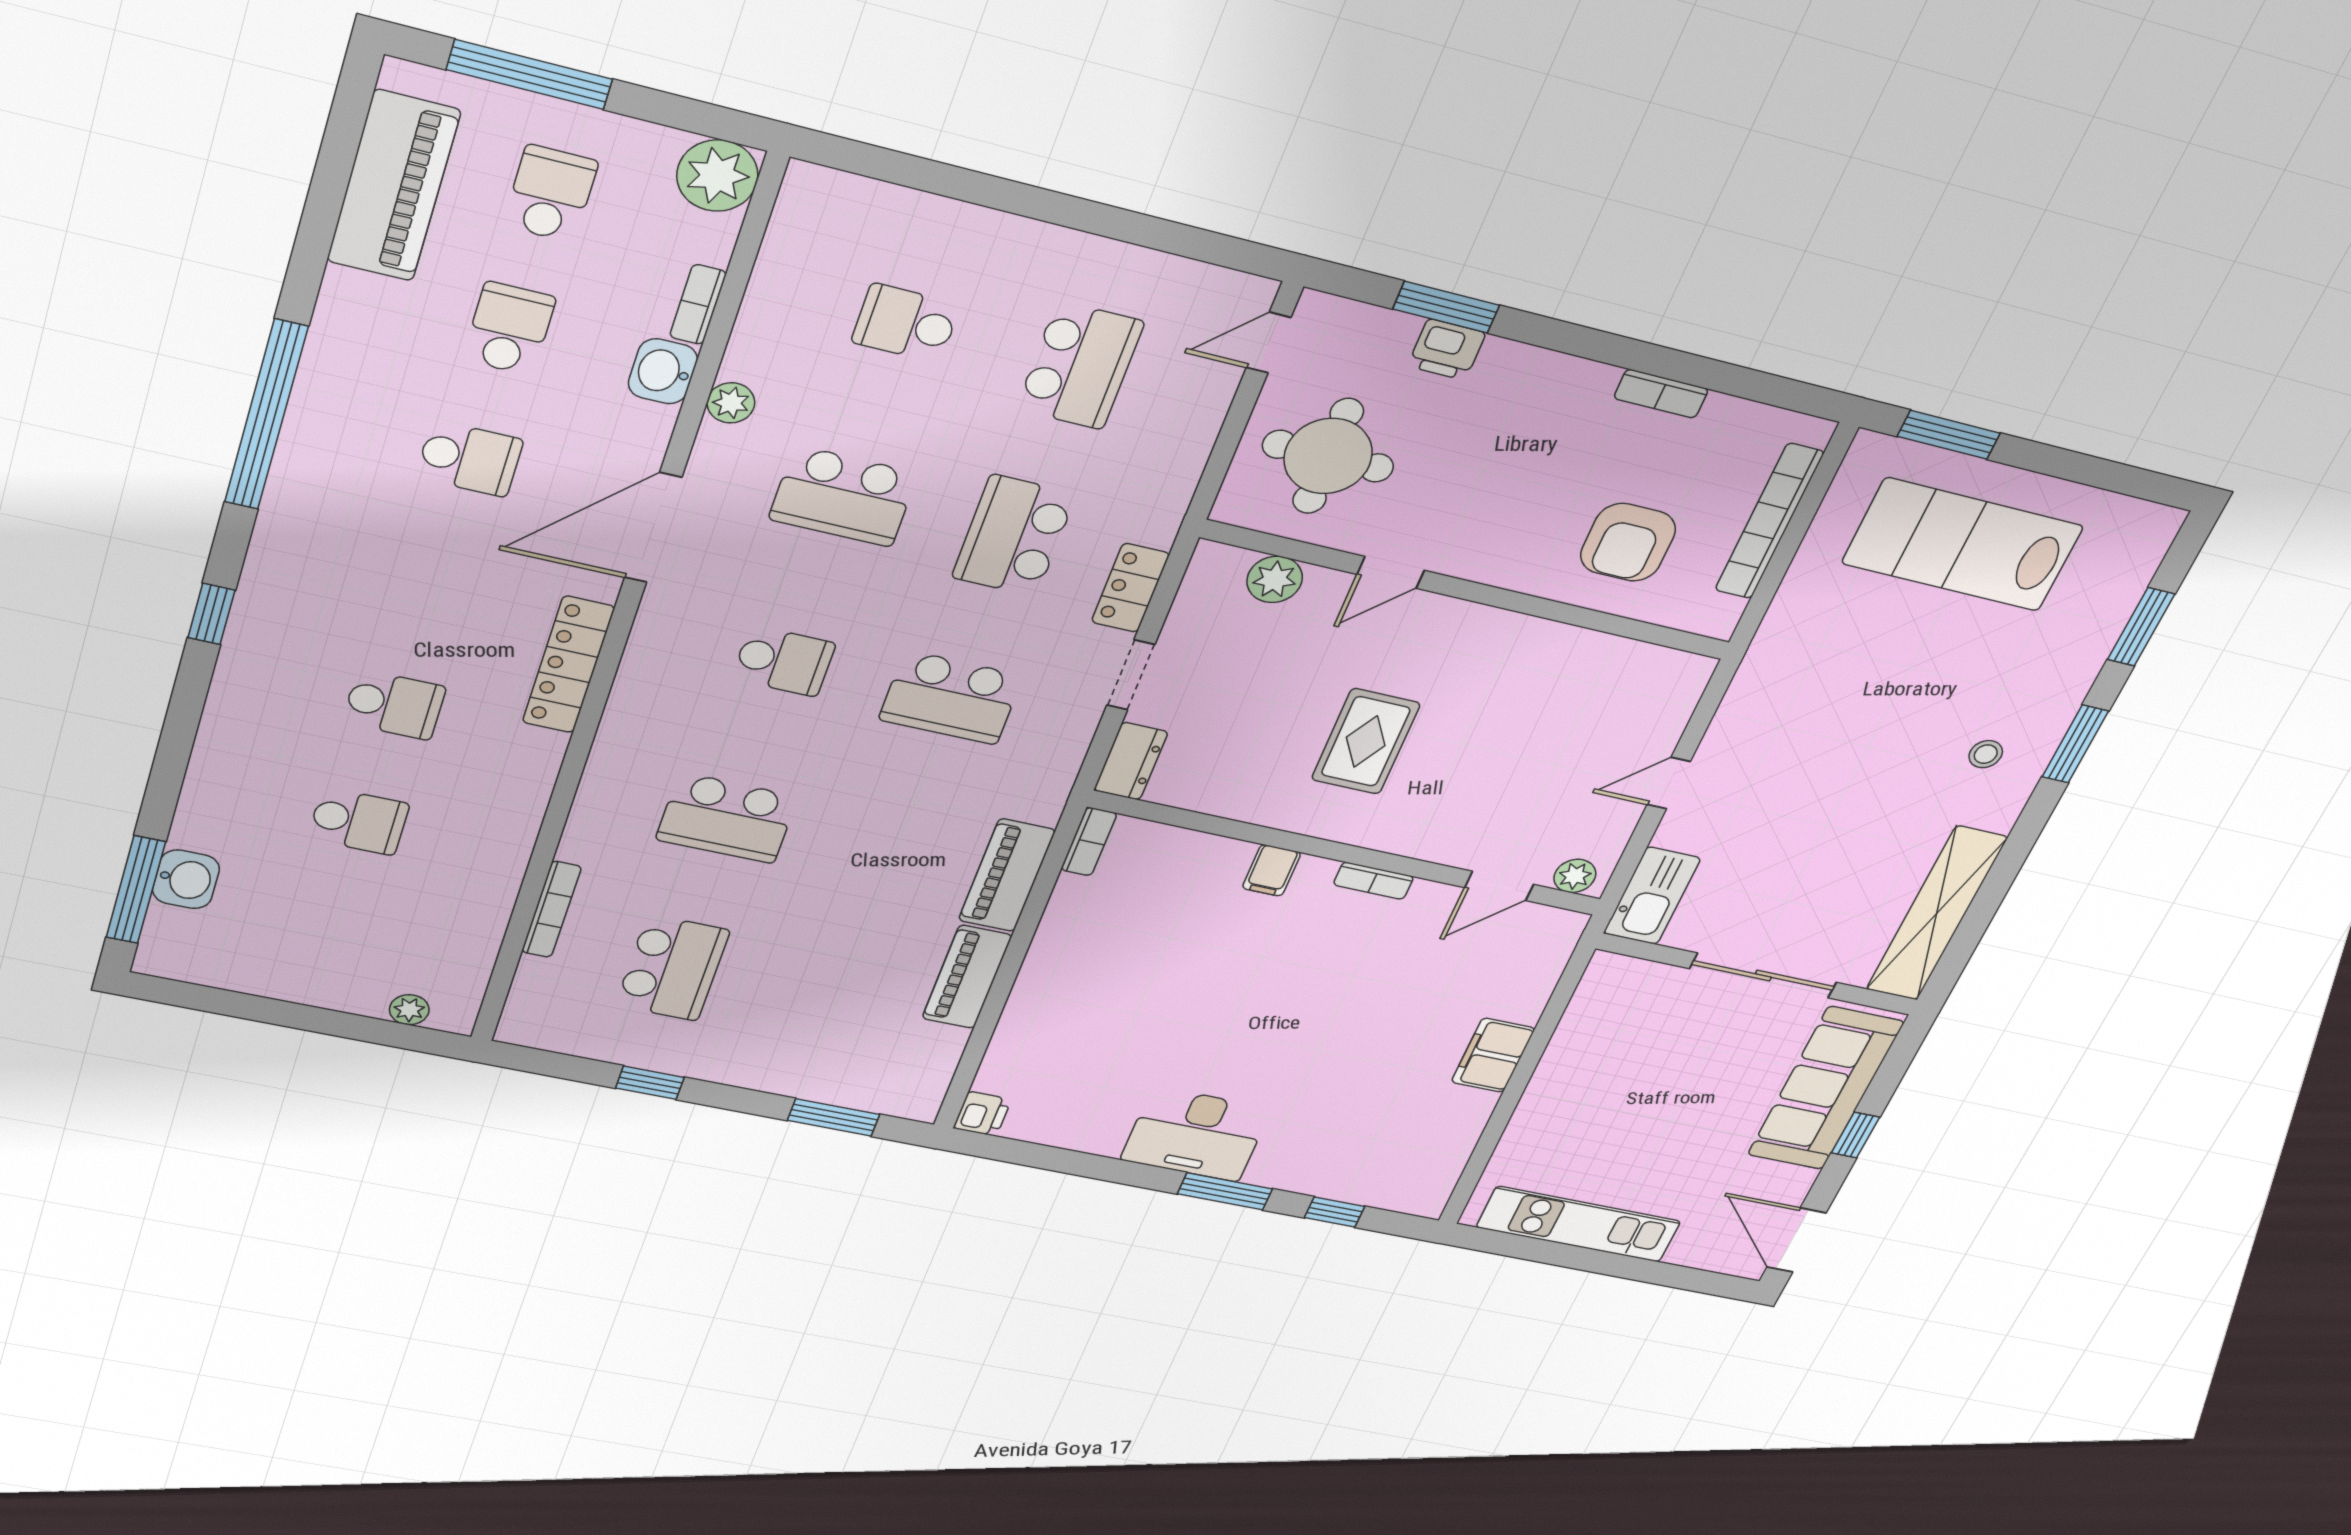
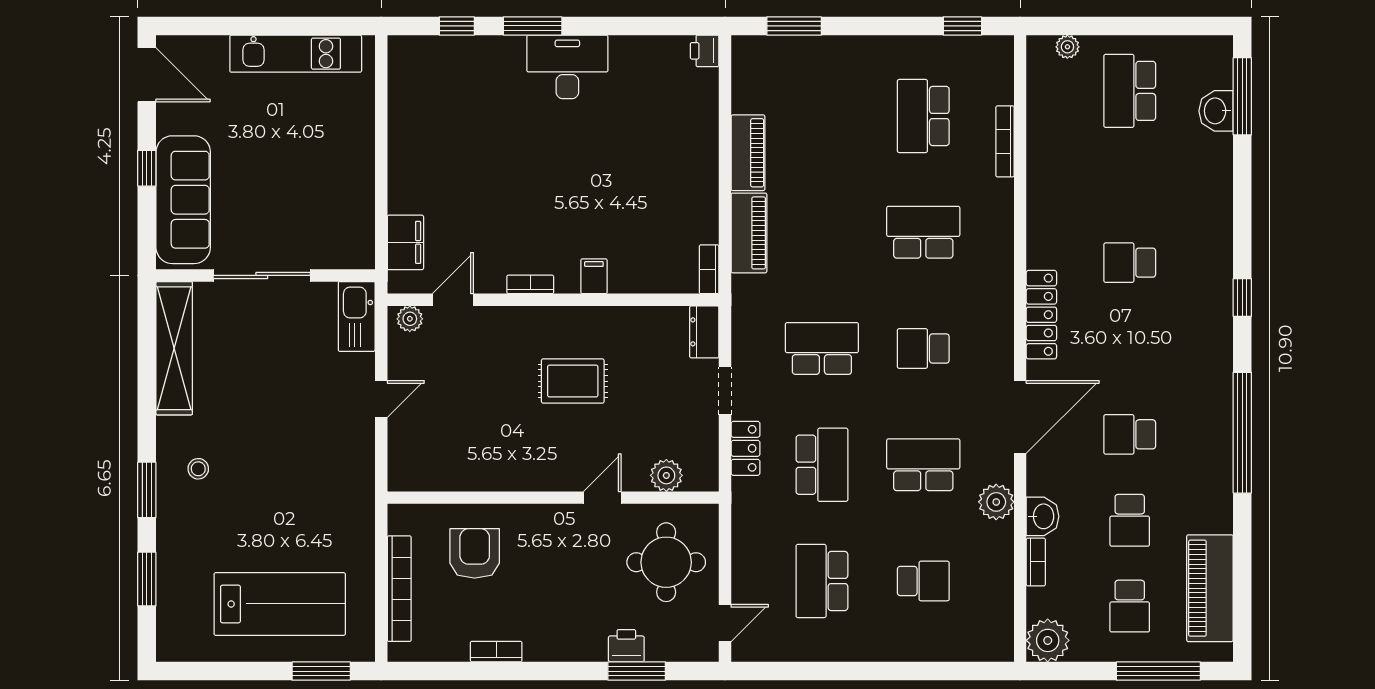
plant: (731, 403) -> (996, 502), width x1.38, depth x1.38
rug: (1366, 741) -> (573, 381), turned 90
school desk: (358, 821) -> (1130, 91), moved, width x1.85
filing cabinet: (1493, 1055) -> (405, 242), moved
window: (650, 1083) -> (962, 26), moved

